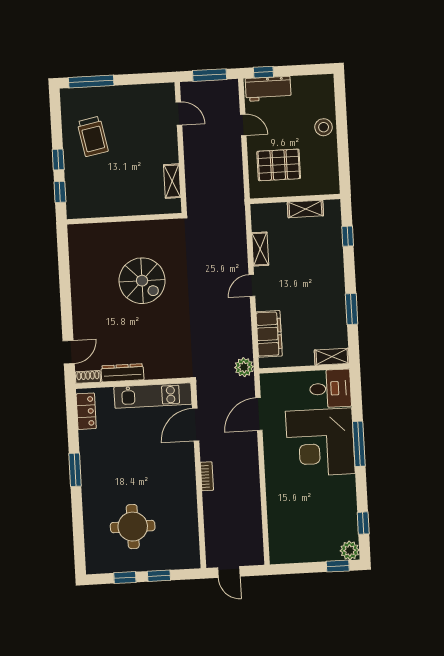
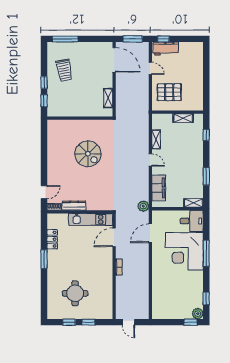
door: (179, 113) -> (114, 60), width x1.87
stool: (324, 127) -> (196, 72), removed
door: (252, 286) -> (150, 160), swing flipped
locker: (86, 411) -> (52, 239), moved

